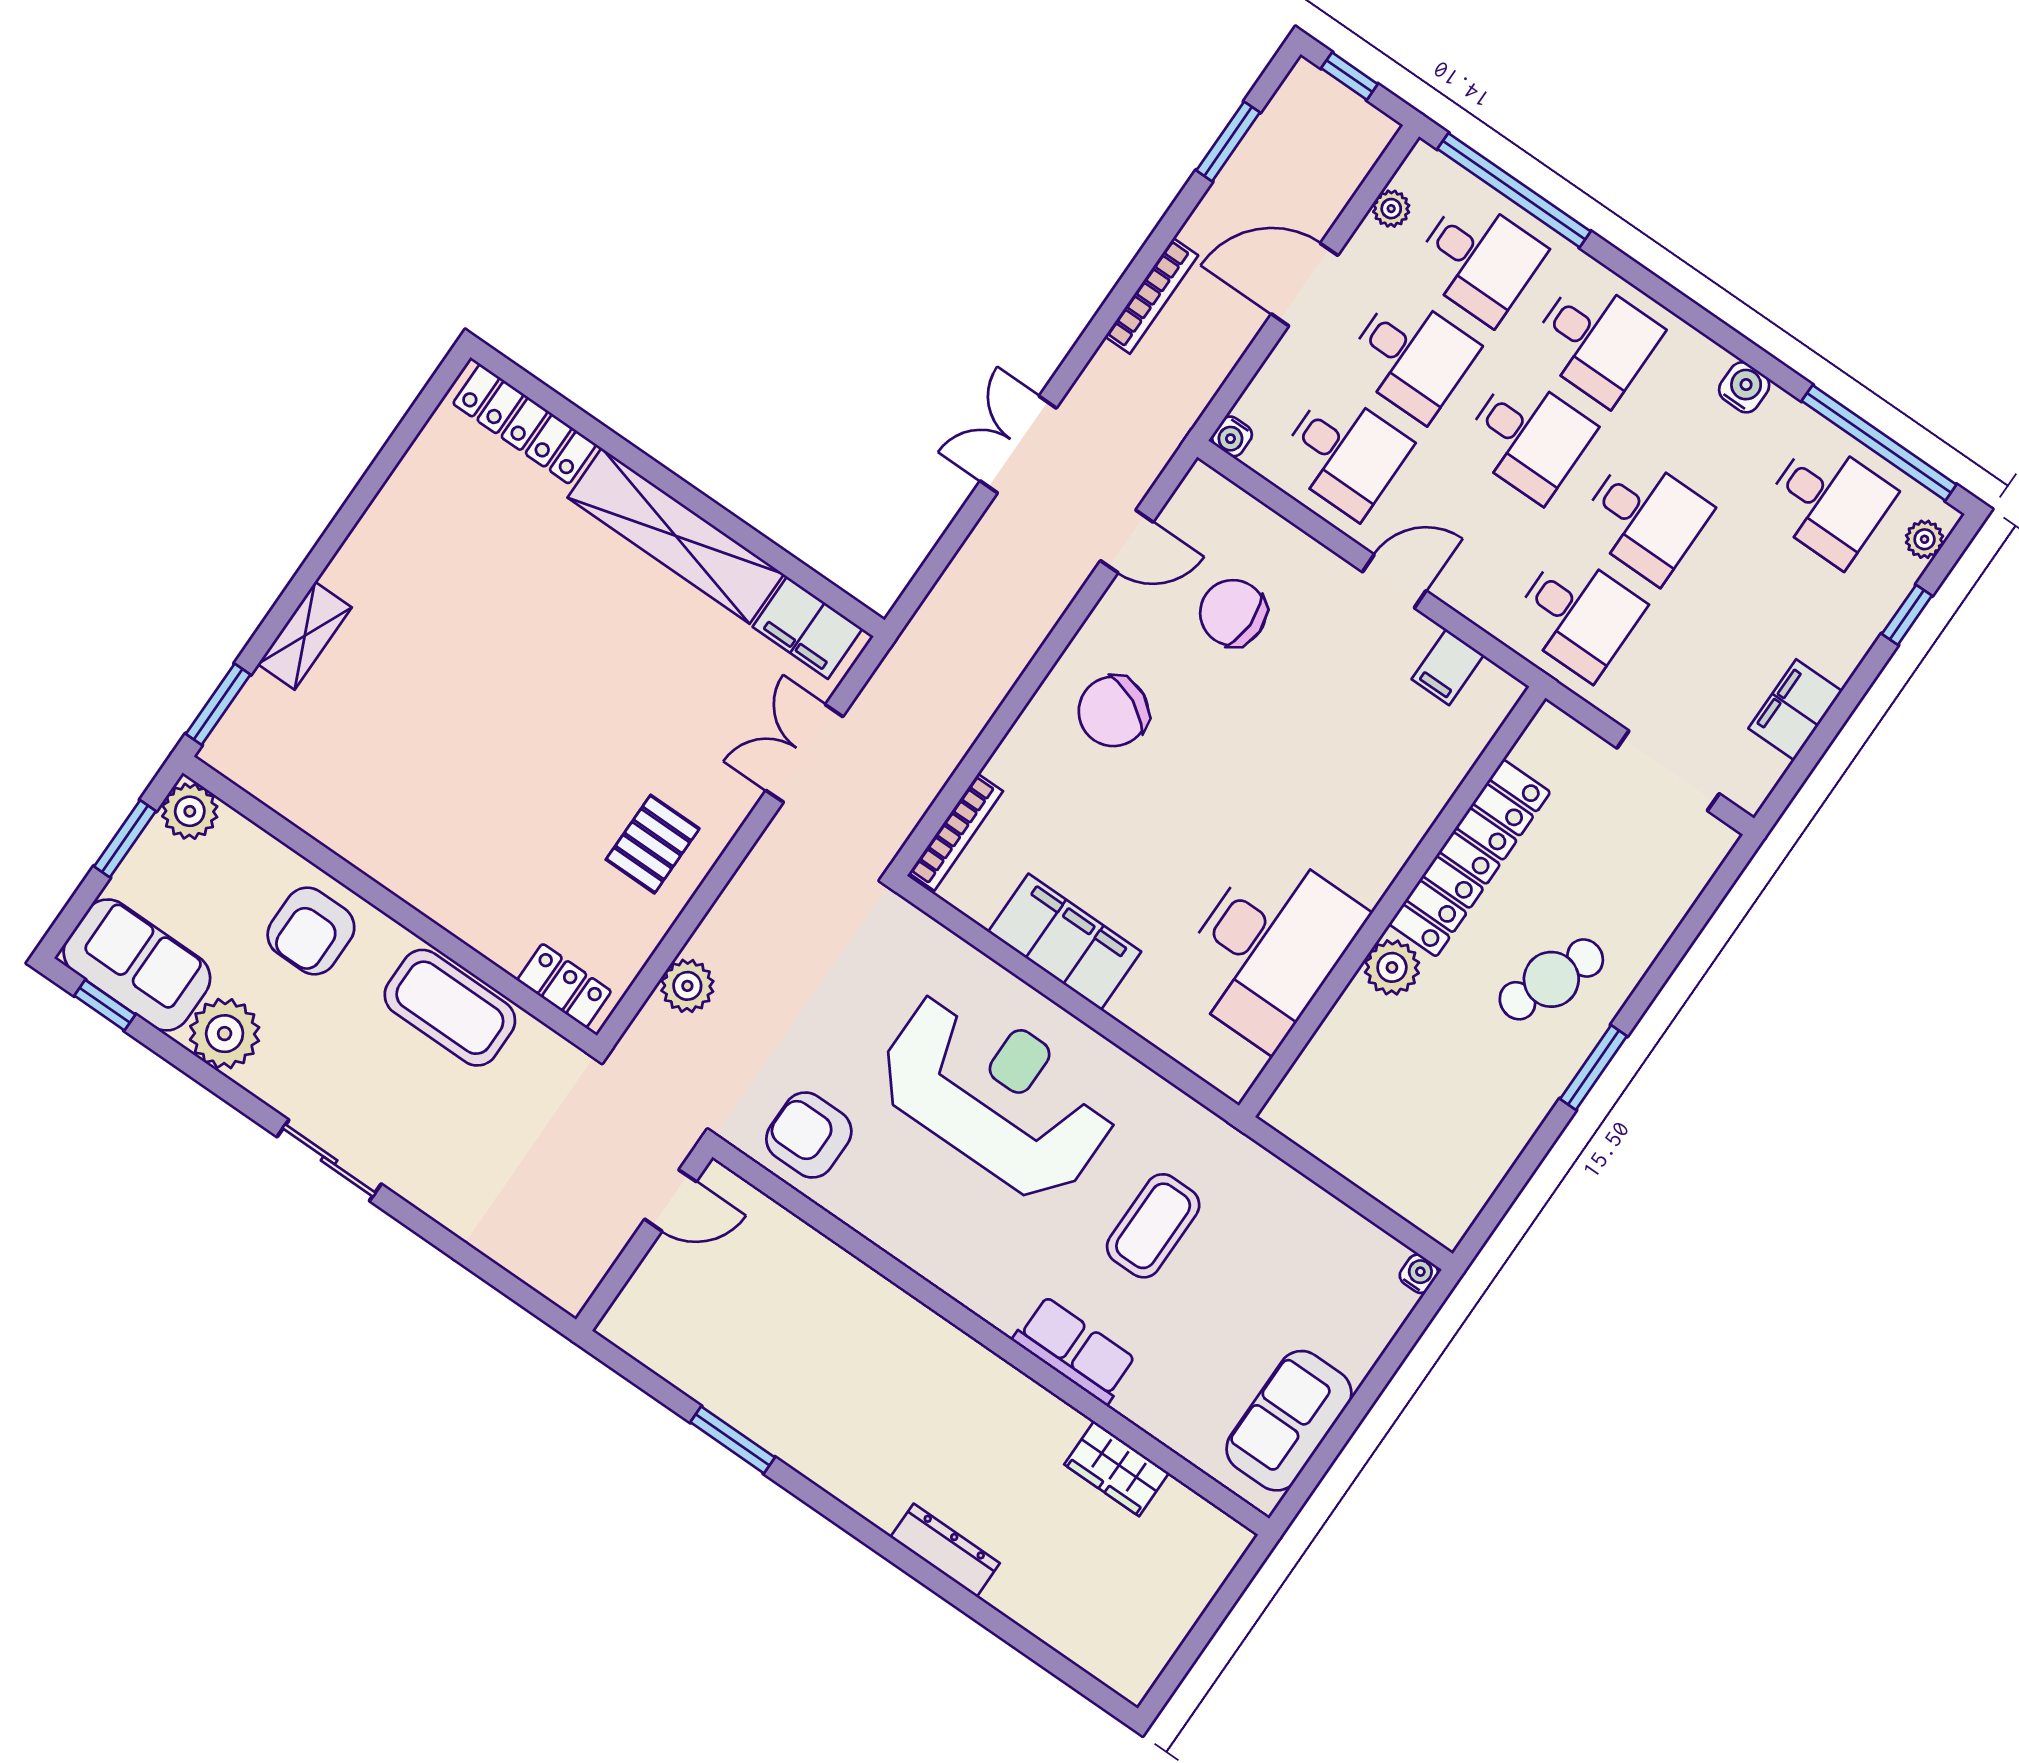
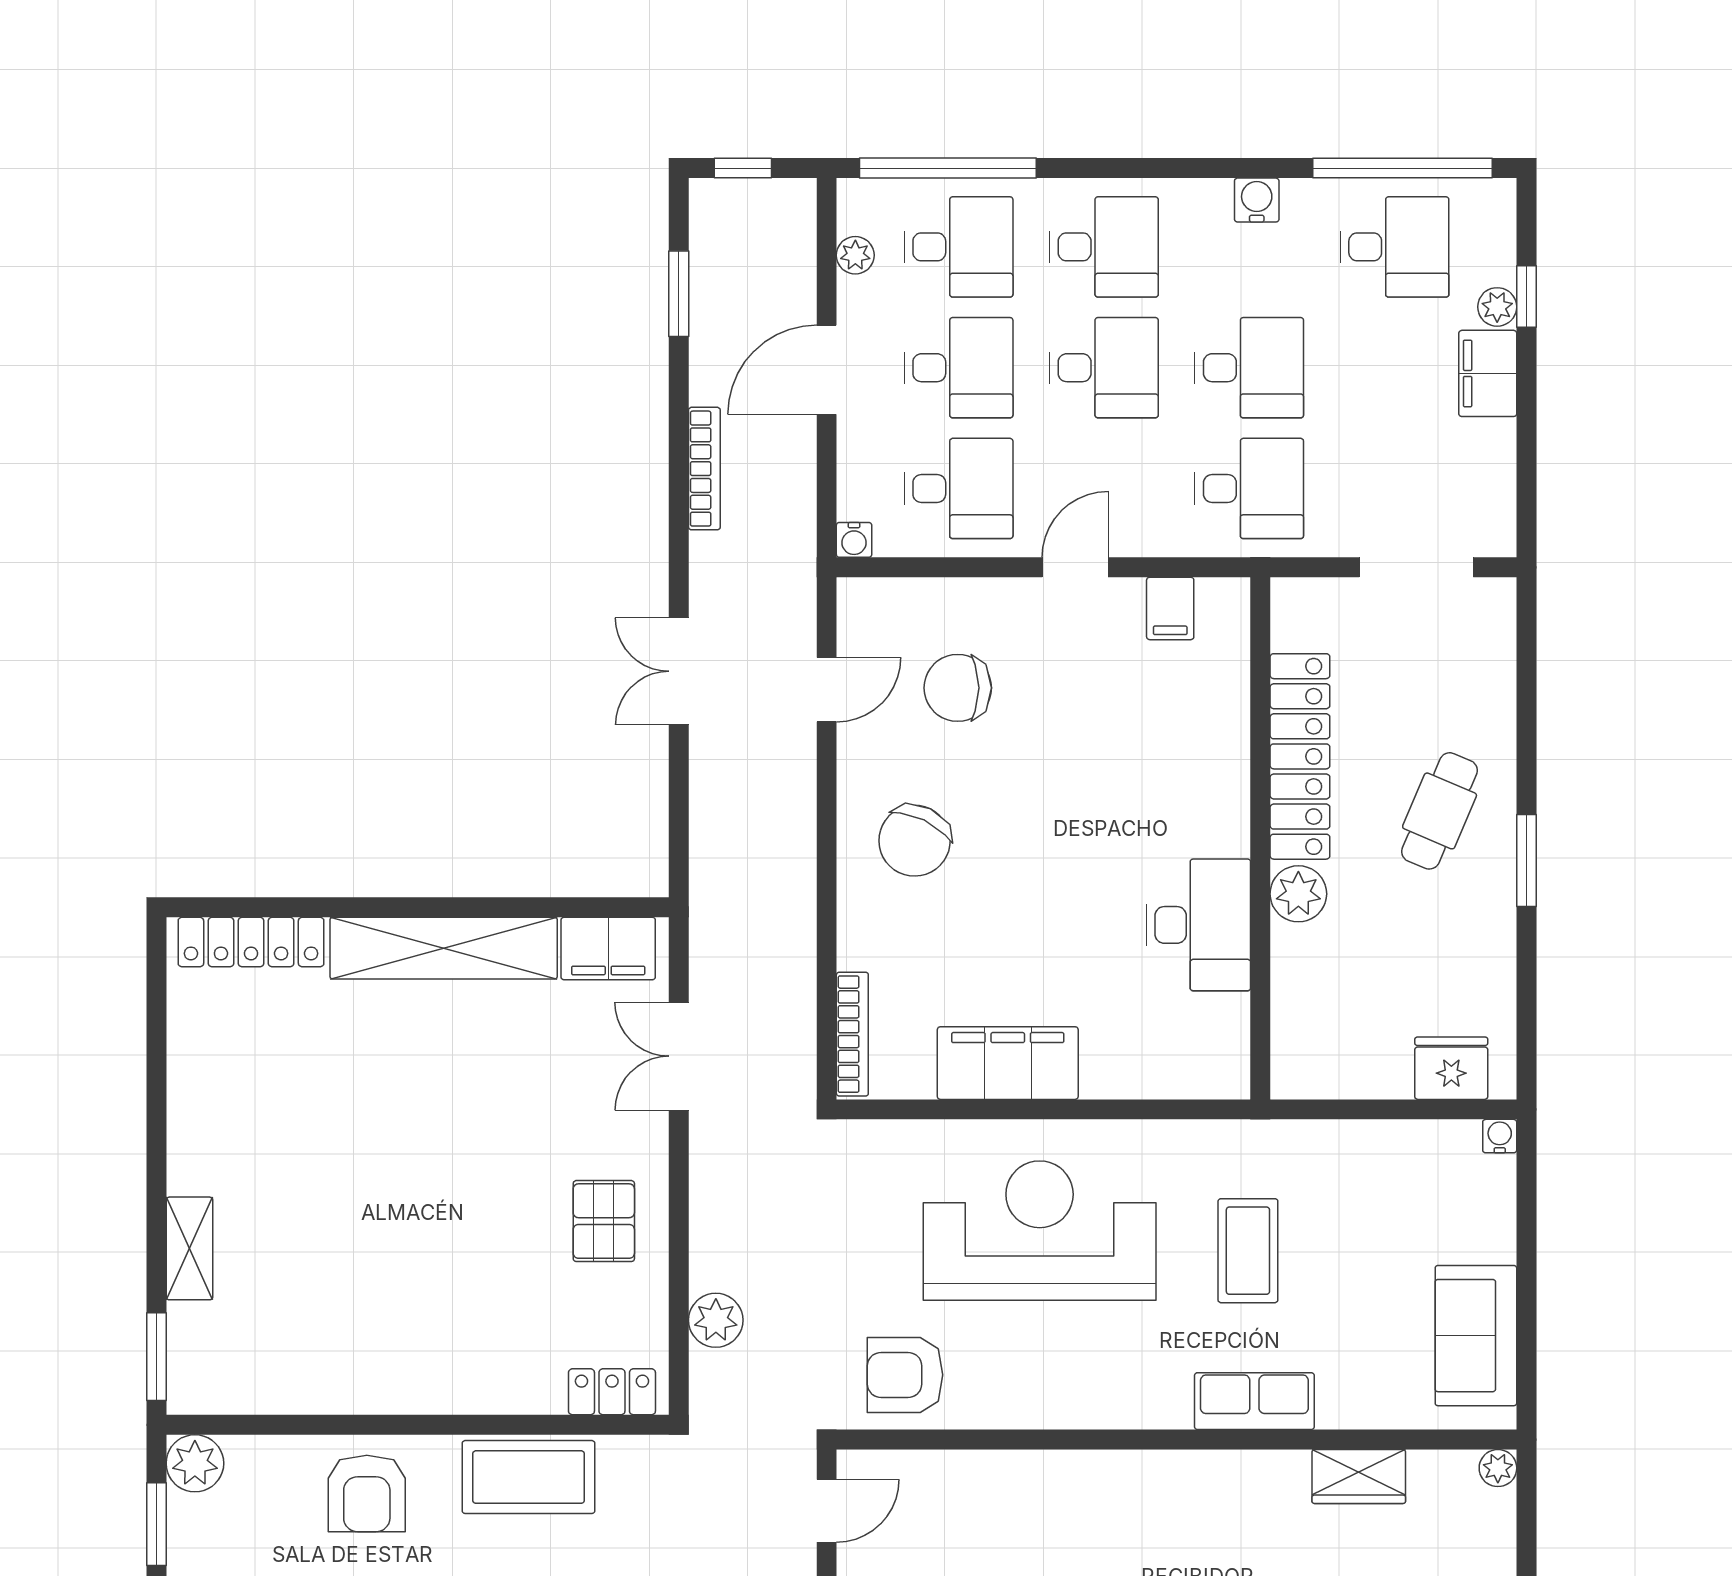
plant: (1925, 539) -> (1497, 307), moved
filing cabinet: (1795, 710) -> (1488, 373), moved
desk: (1269, 948) -> (1199, 925), width x0.73, depth x0.77
fridge: (1418, 1192) -> (1451, 1068), added
plant: (1233, 1539) -> (1498, 1468), added

